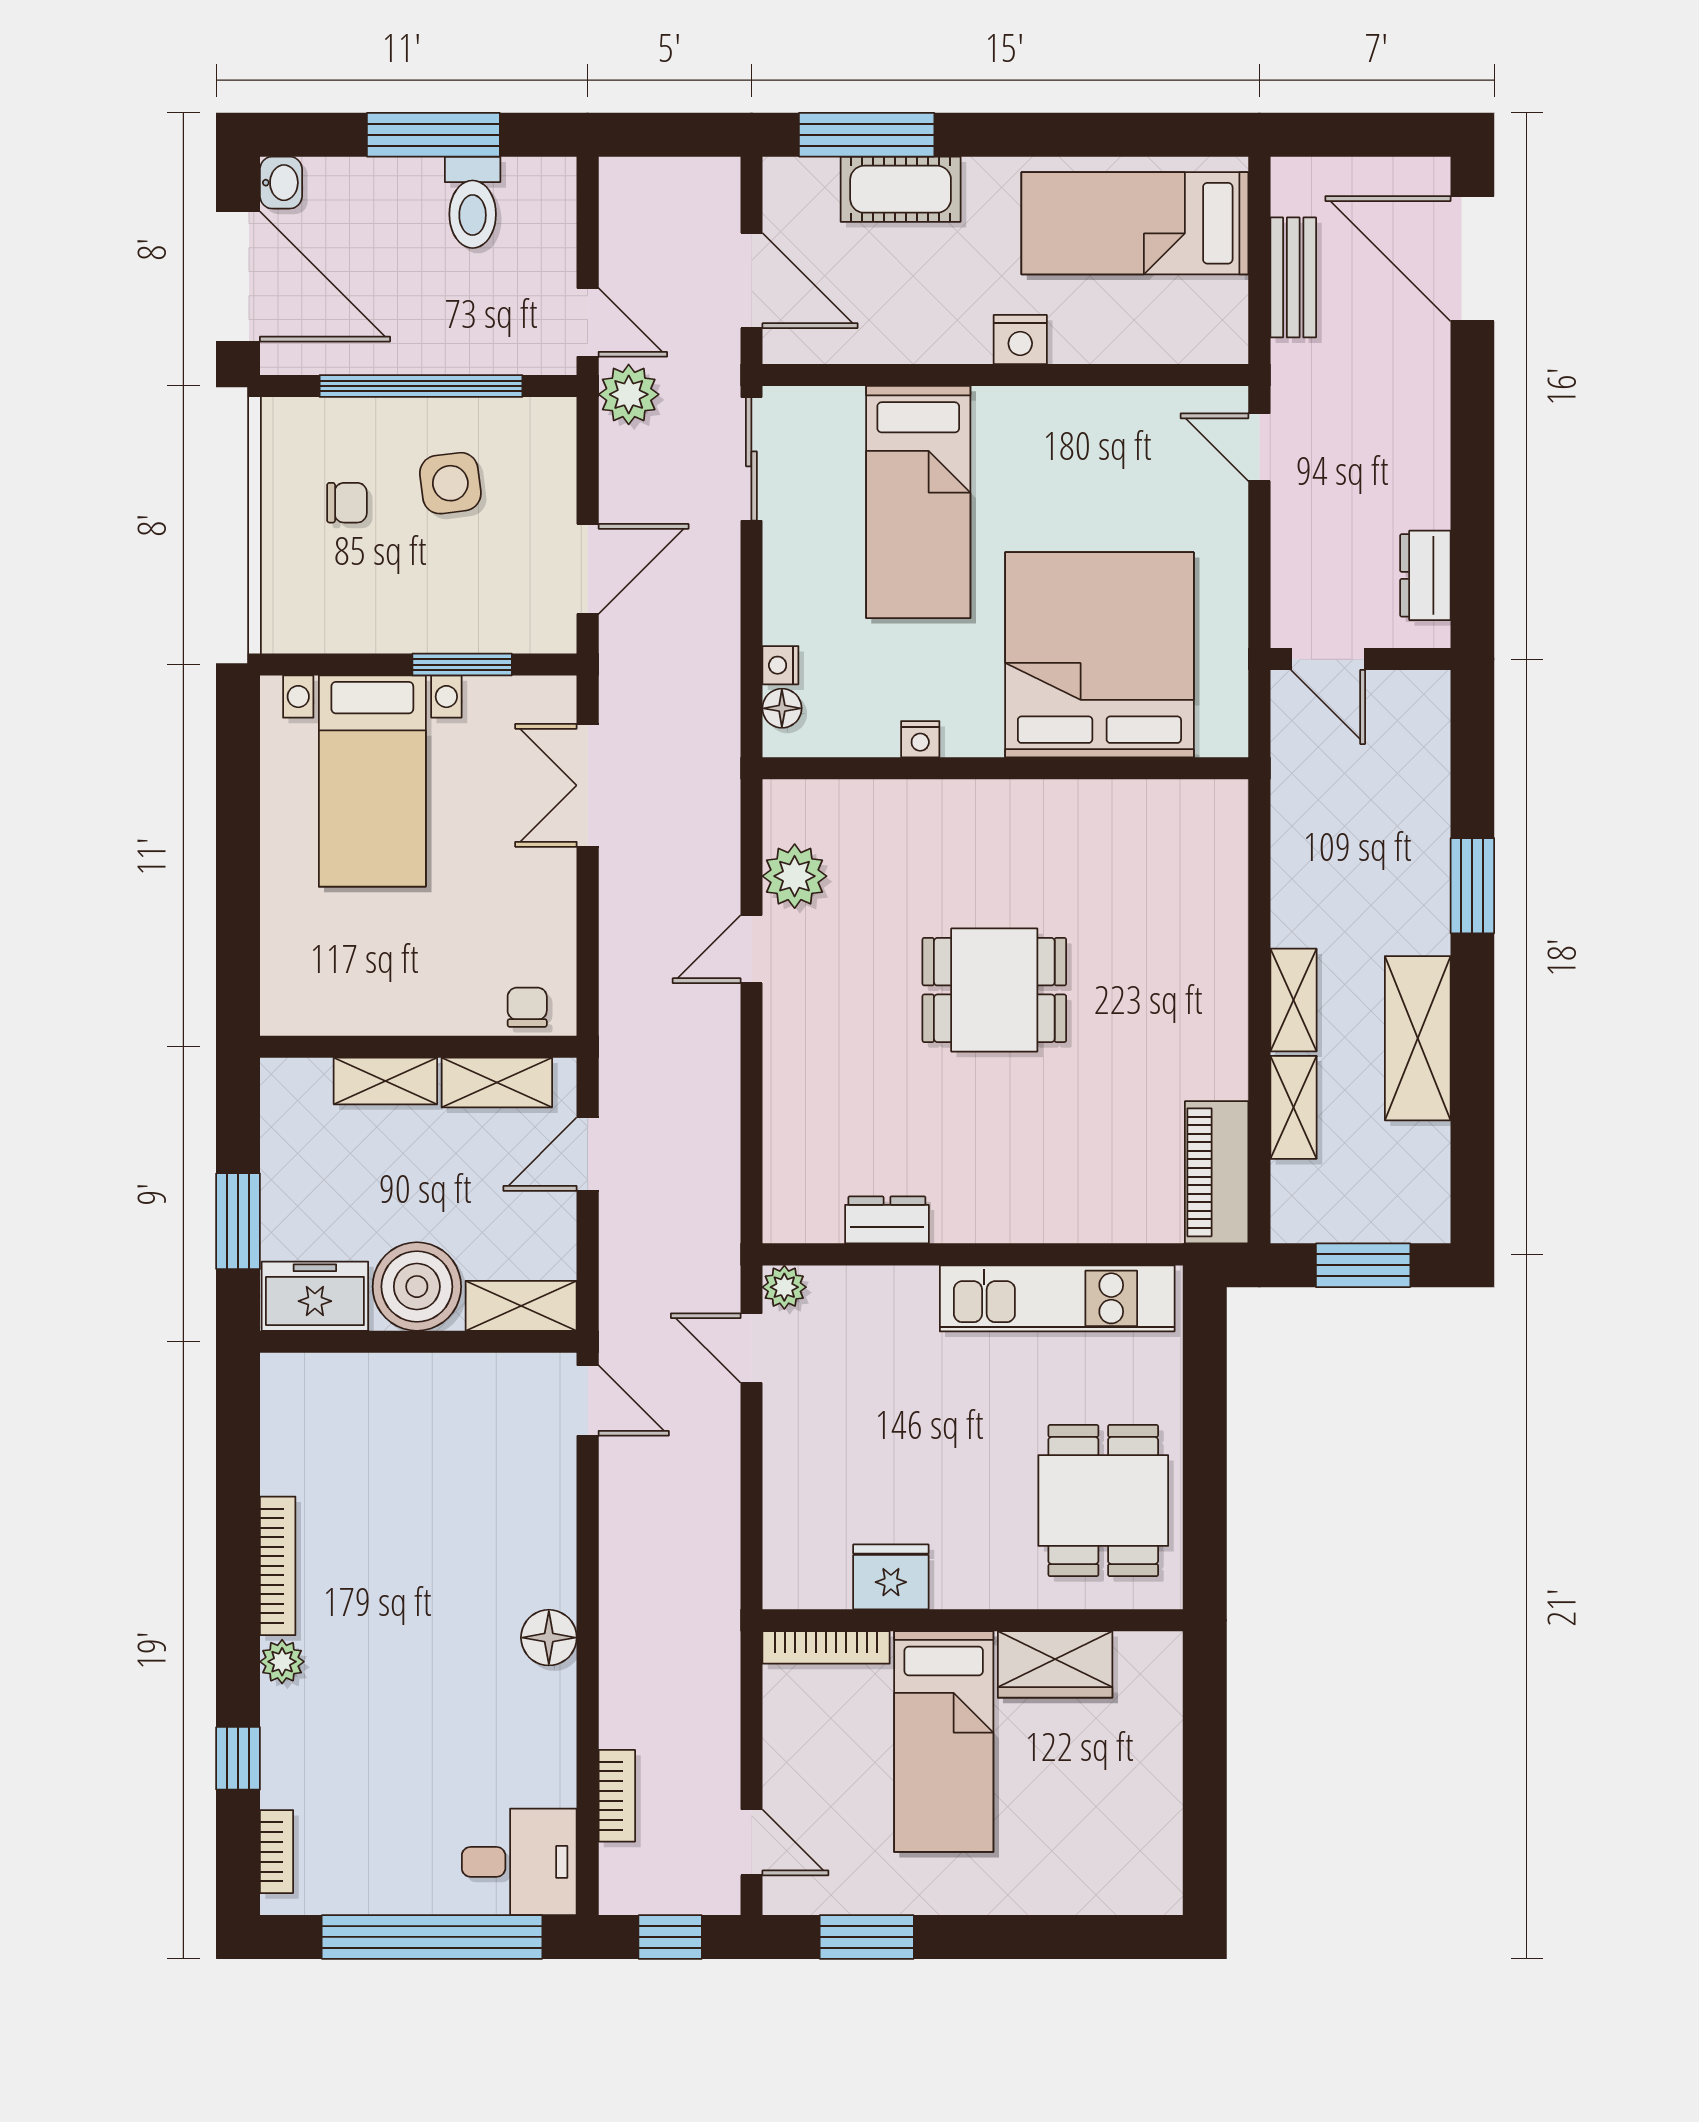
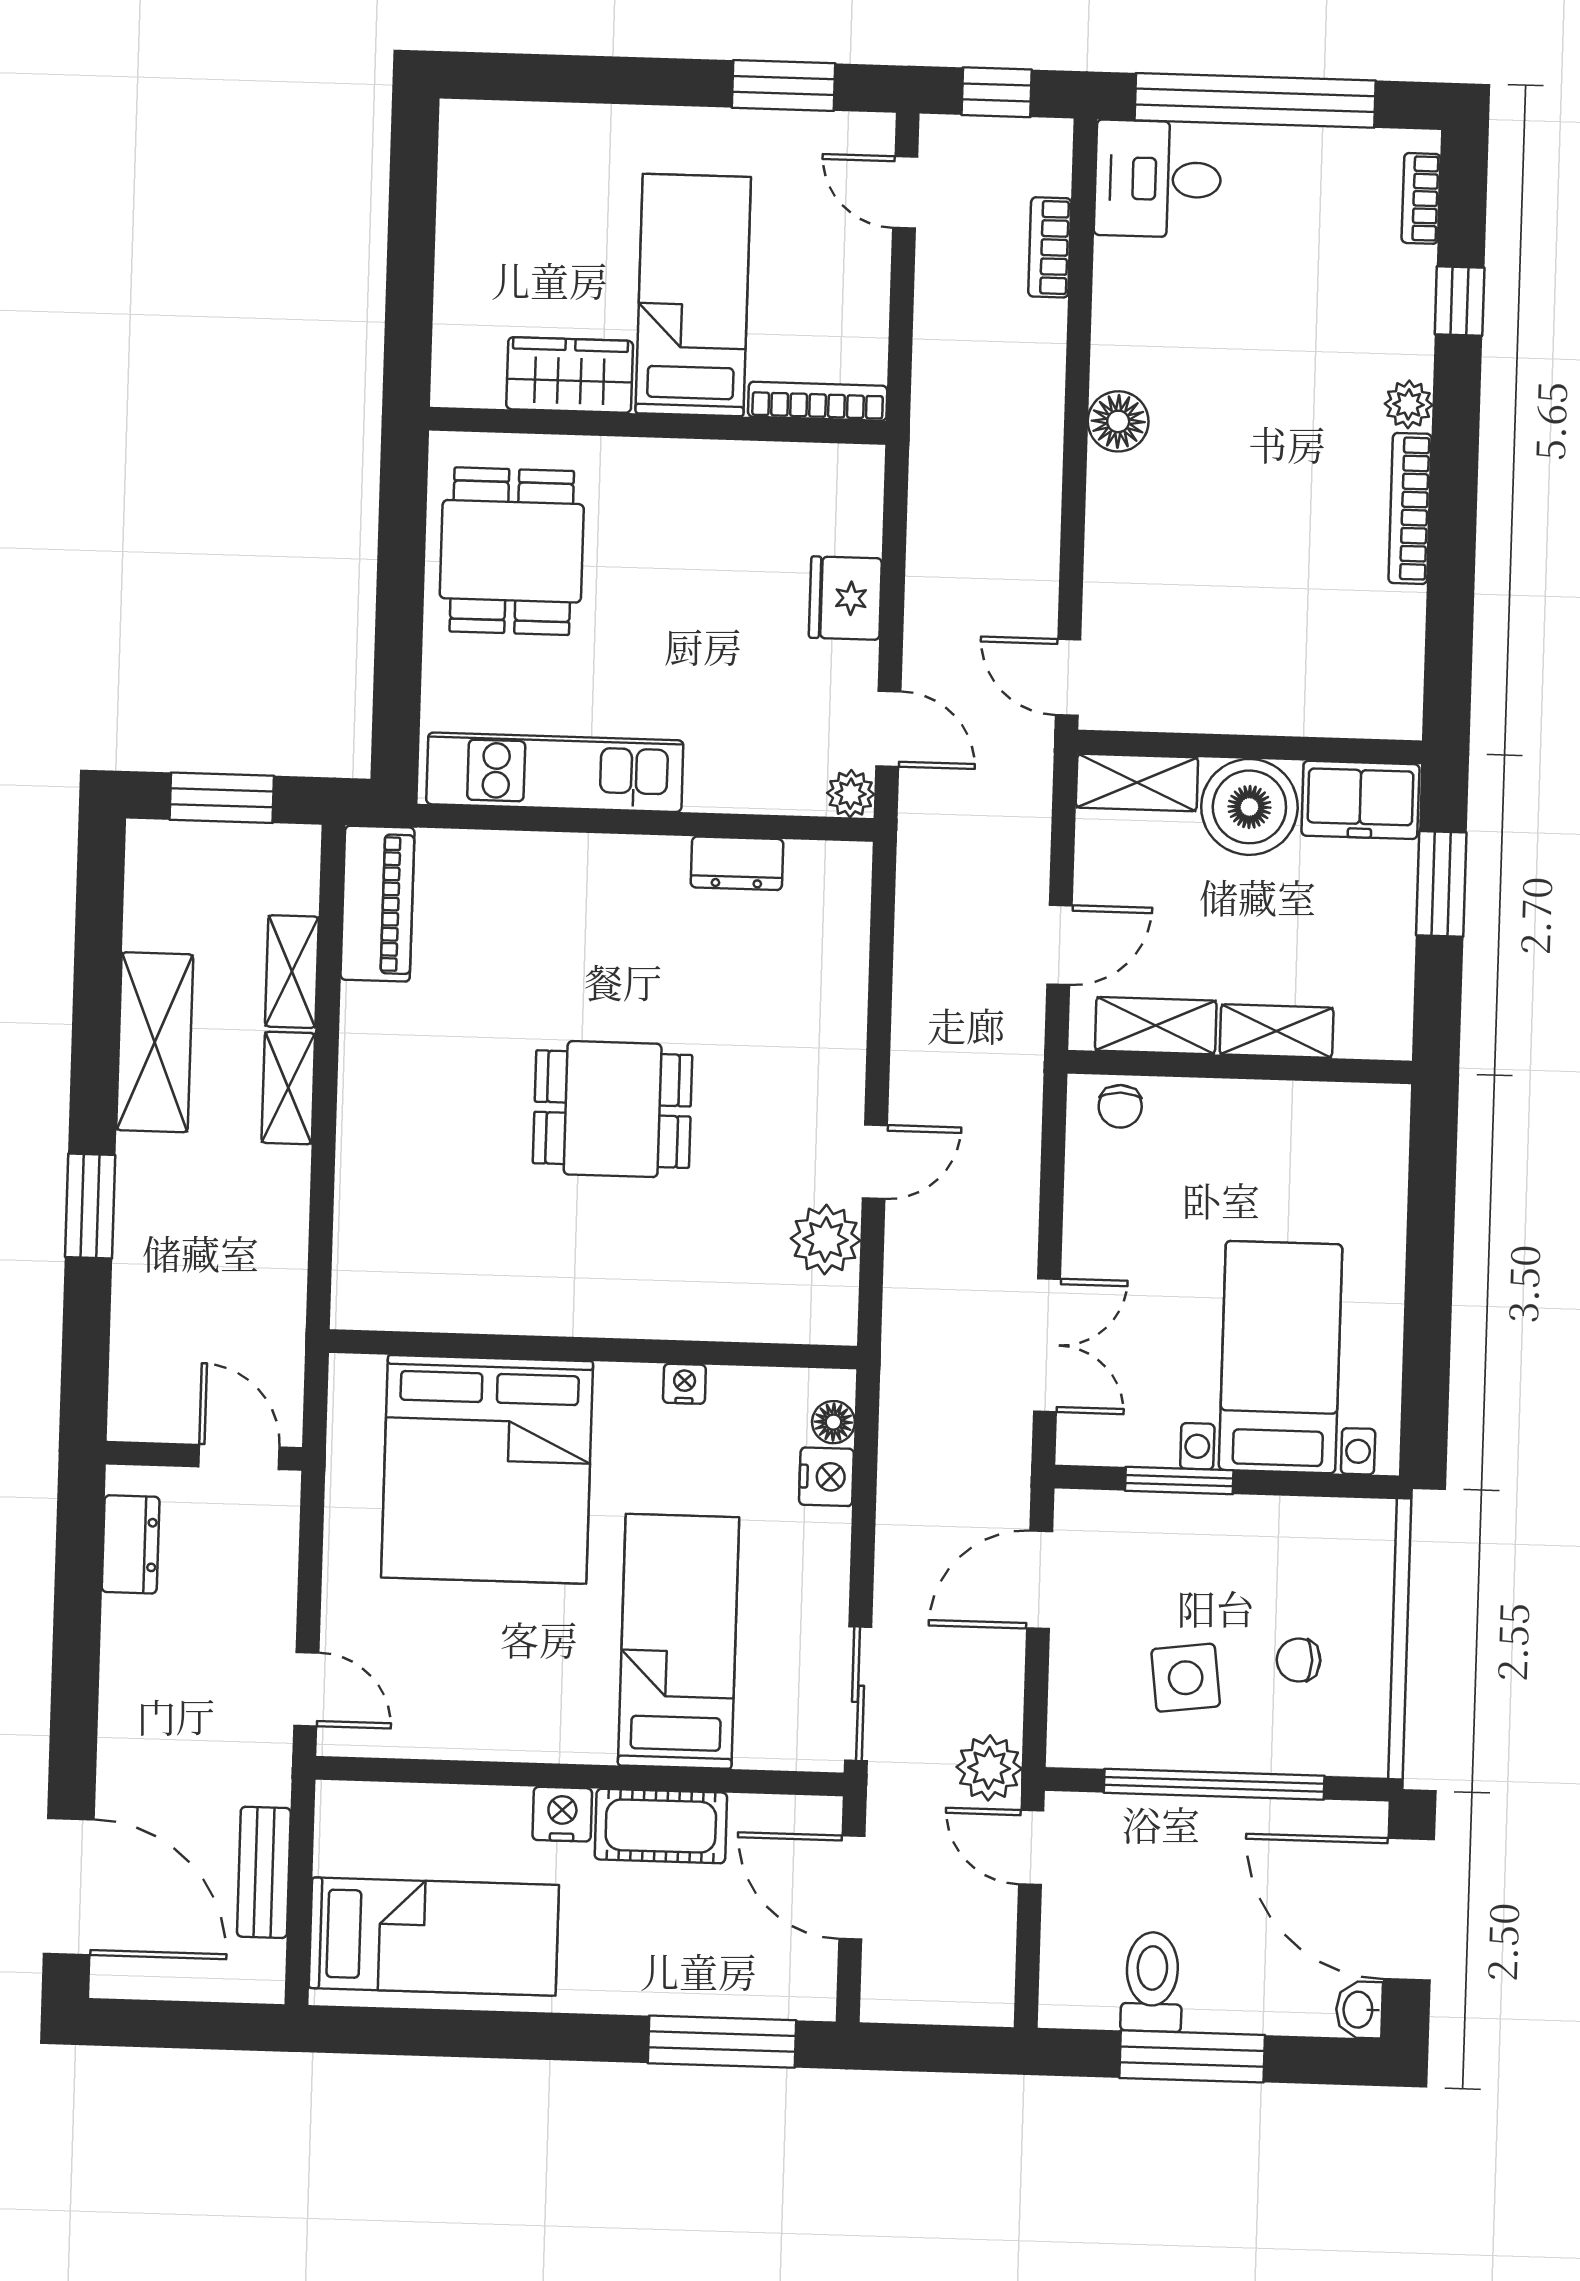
cot: (901, 189) -> (661, 1826), moved
nightstand: (780, 665) -> (826, 1477), width x1.39, depth x1.35
fridge: (891, 1577) -> (845, 598), moved, turned 90

